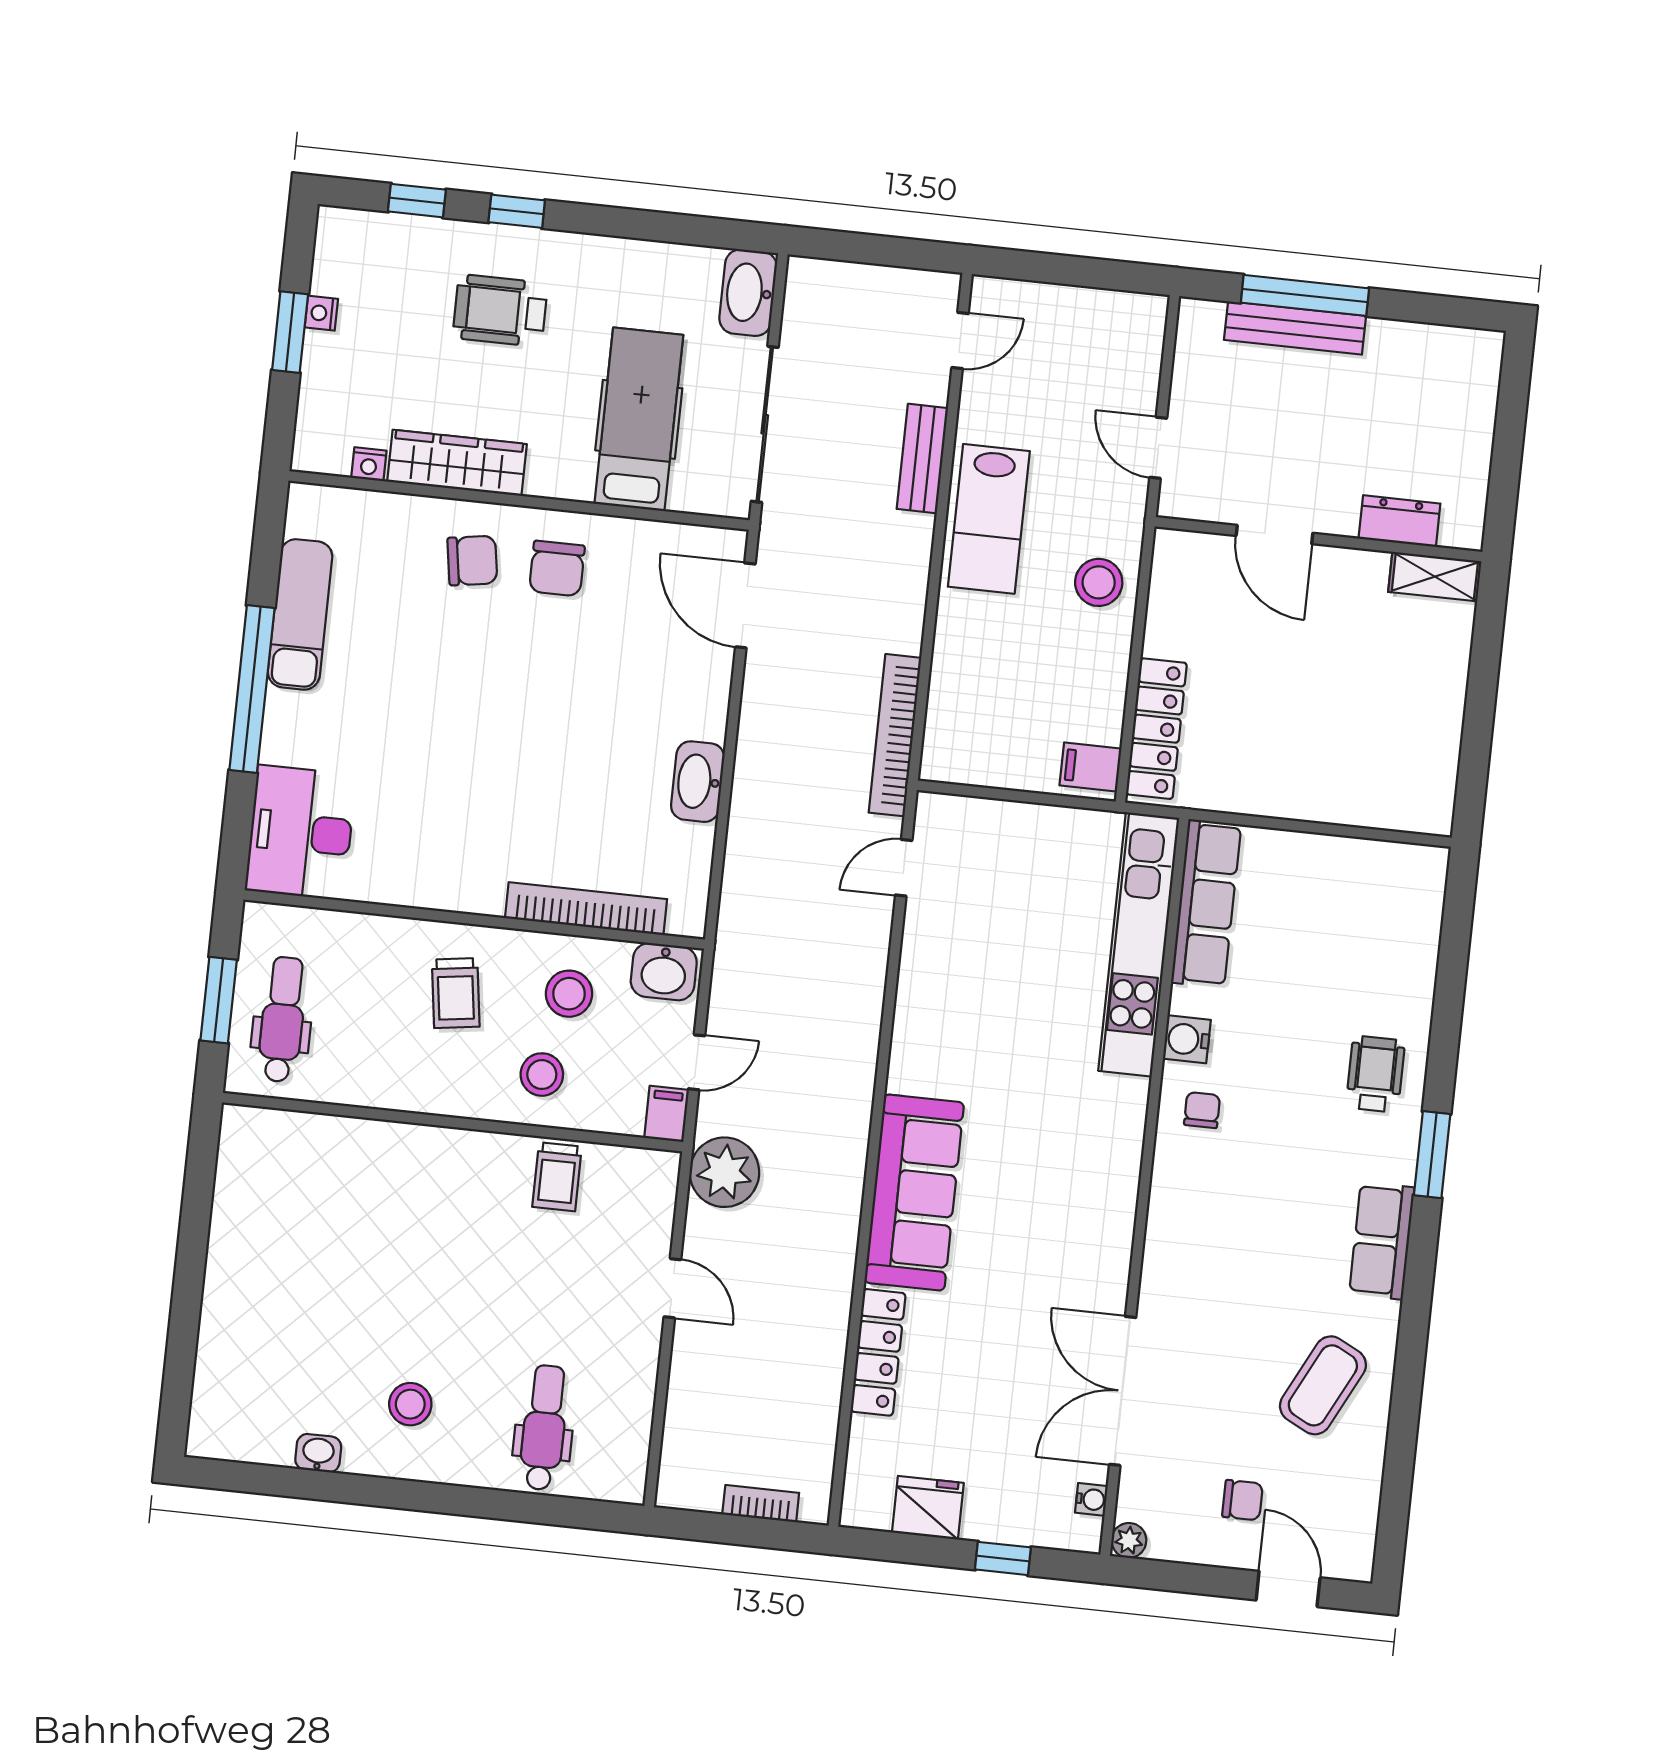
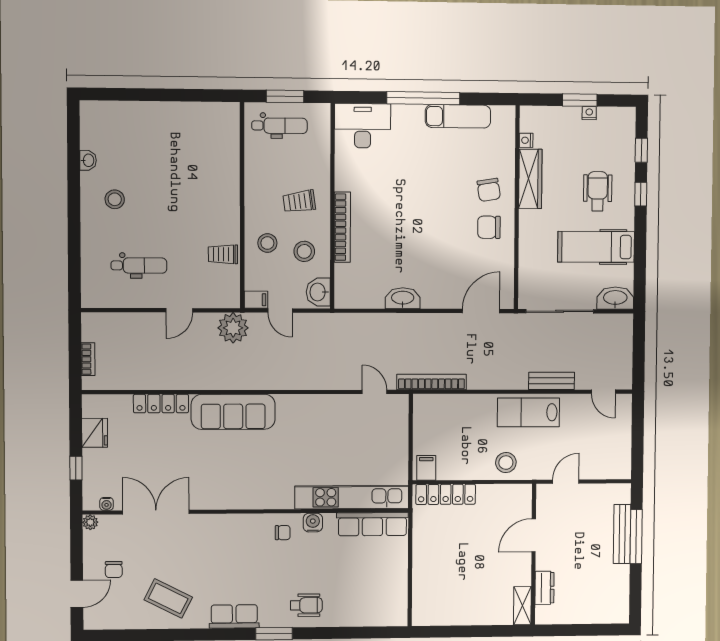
hospital bed: (639, 419) -> (596, 247), moved, turned 180
bookcase: (586, 909) -> (342, 227), moved
dental chair: (544, 1428) -> (139, 265), moved

